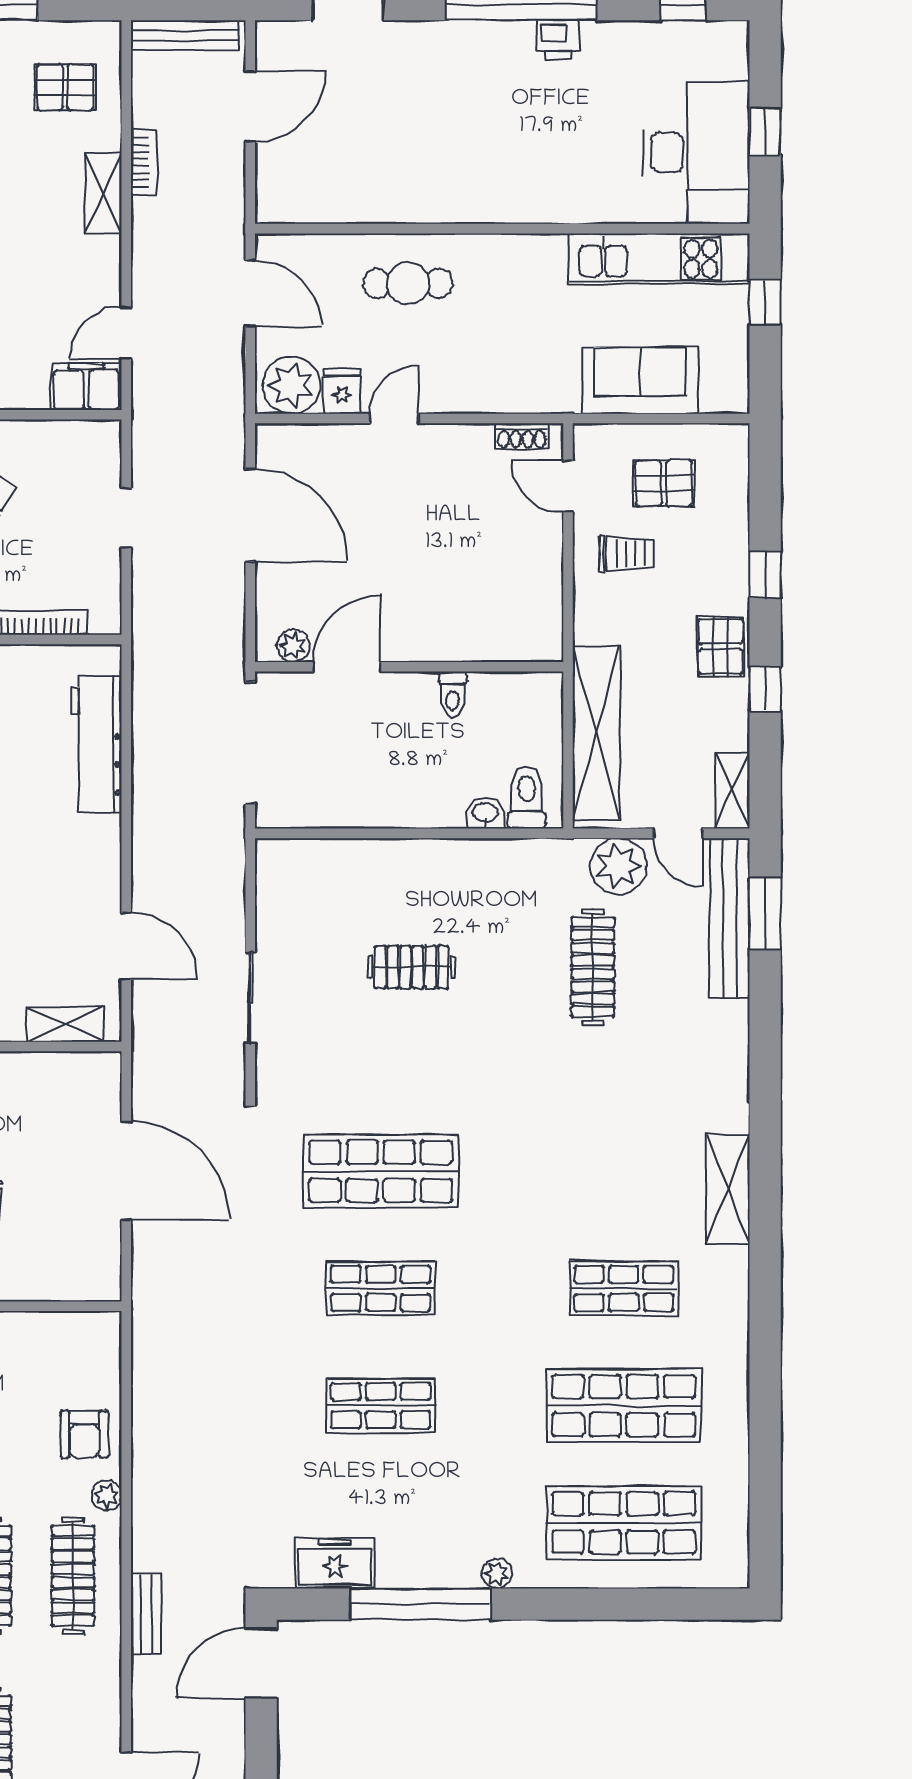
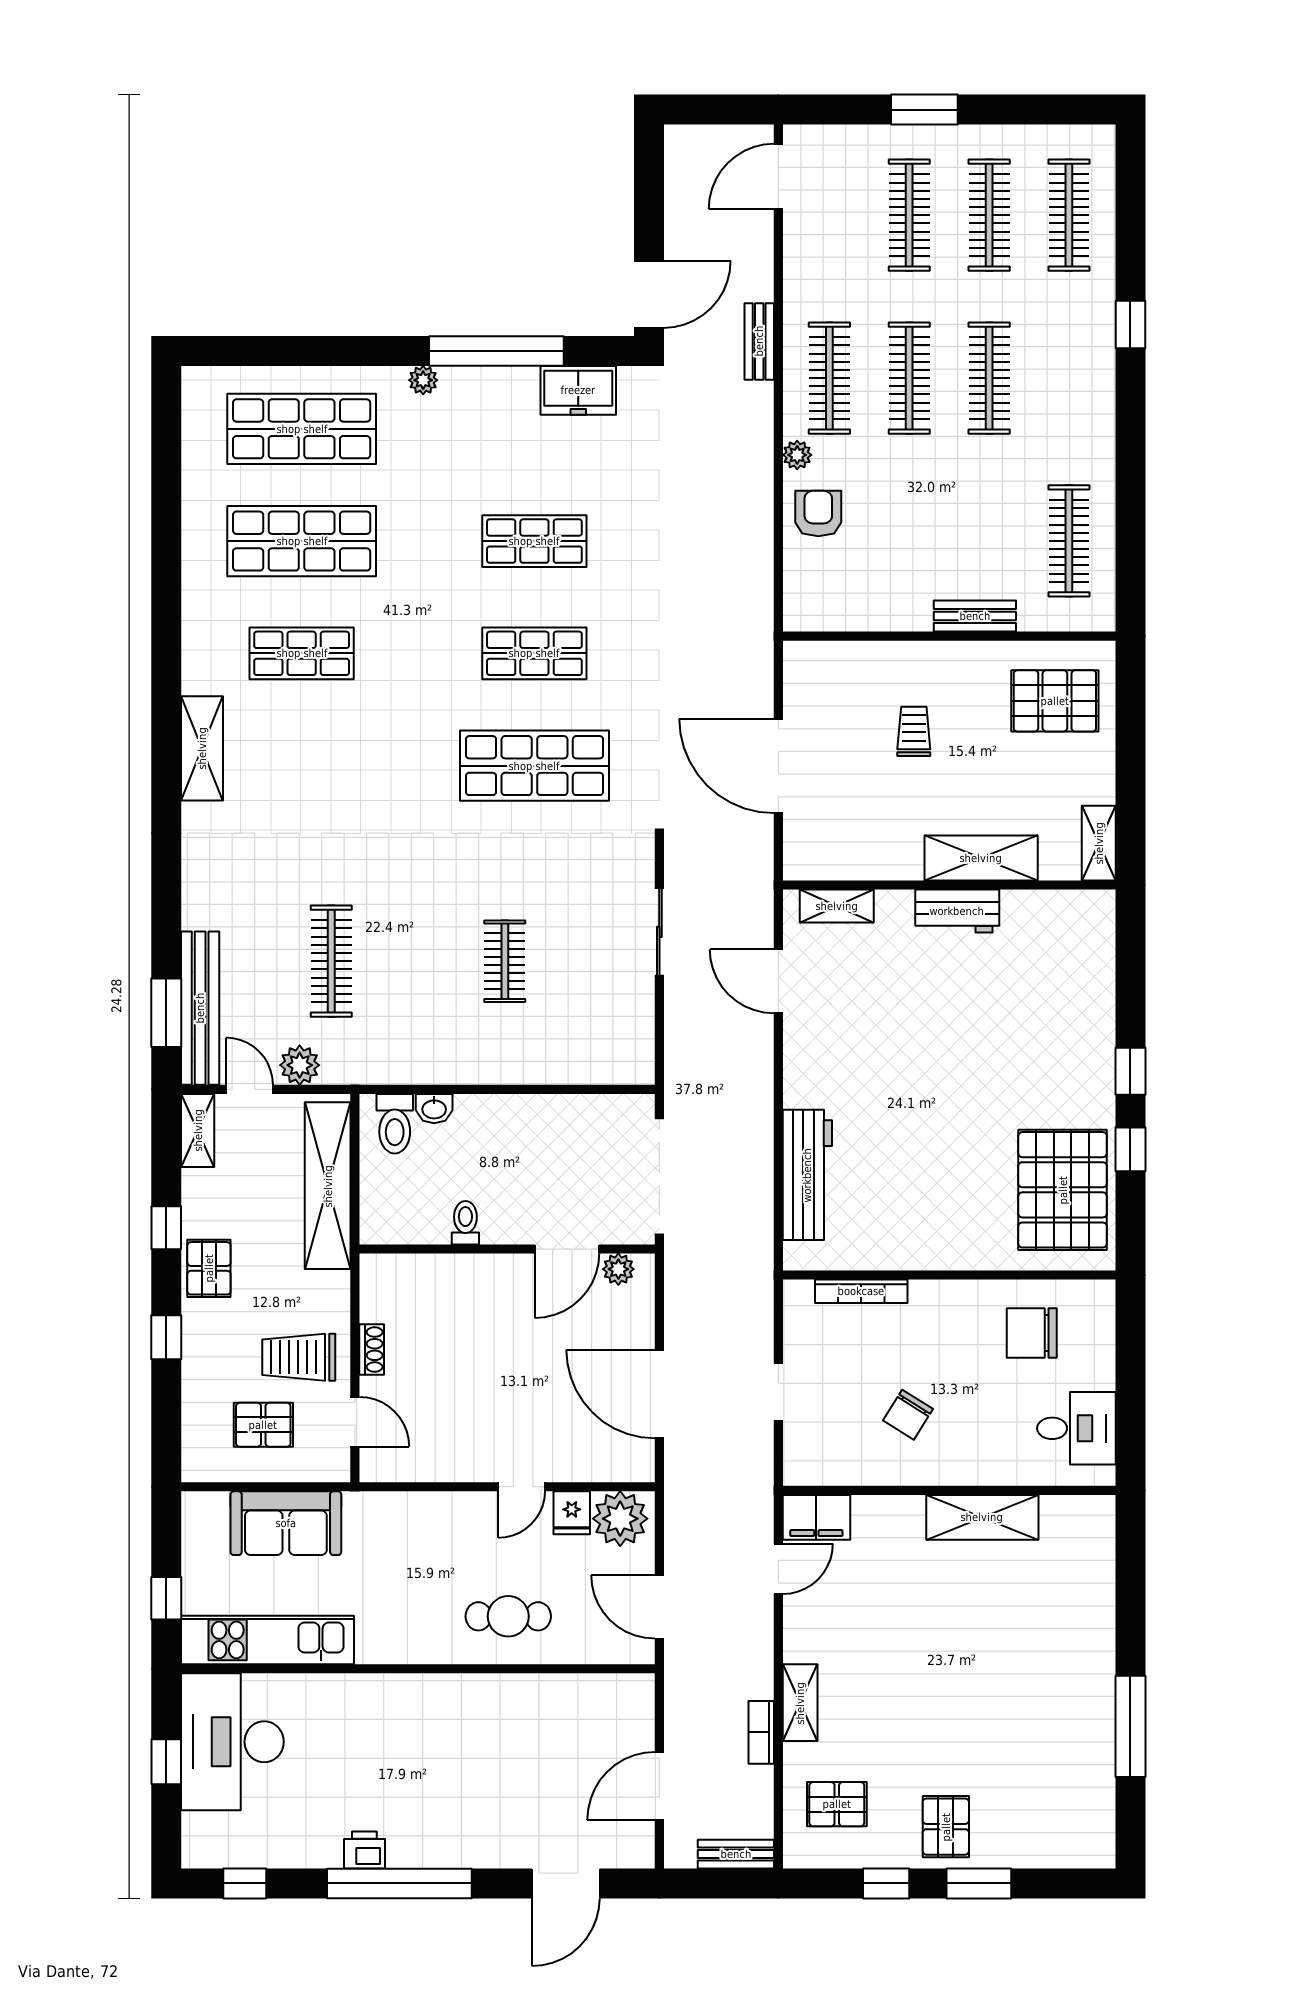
bench: (185, 35) -> (736, 1854), width x0.73
shoe rack: (522, 436) -> (372, 1350), moved, turned 90
trolley: (627, 554) -> (299, 1357), width x1.36, depth x1.39
plant: (618, 866) -> (300, 1065), width x0.73, depth x0.73
clothes rail: (412, 967) -> (505, 961), turned 90

